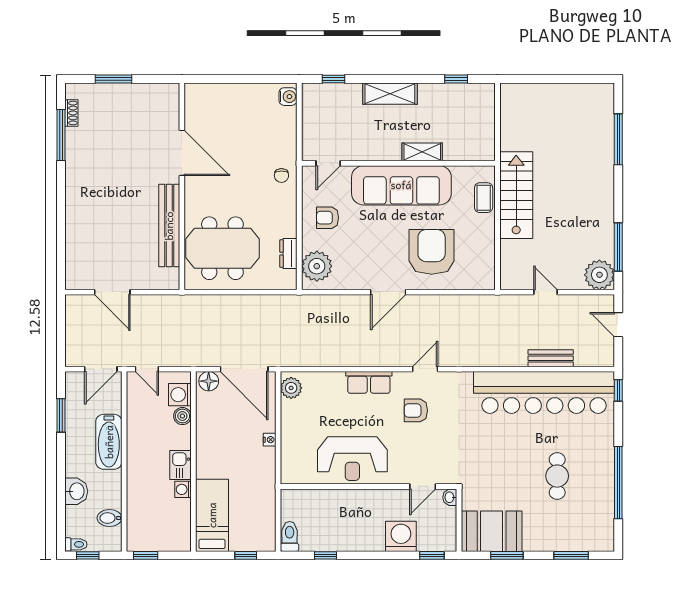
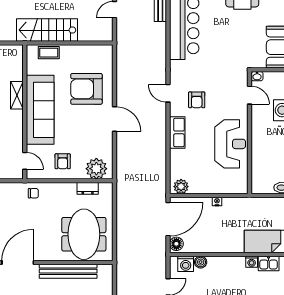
kitchen sink: (180, 465) -> (269, 263), moved

